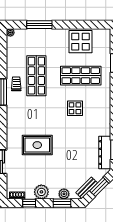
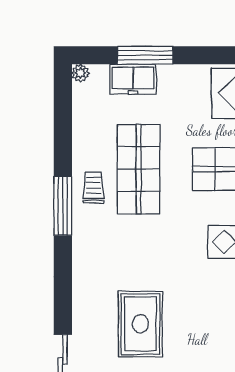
freezer: (34, 35) -> (133, 79), added
rug: (37, 145) -> (140, 324), turned 90

